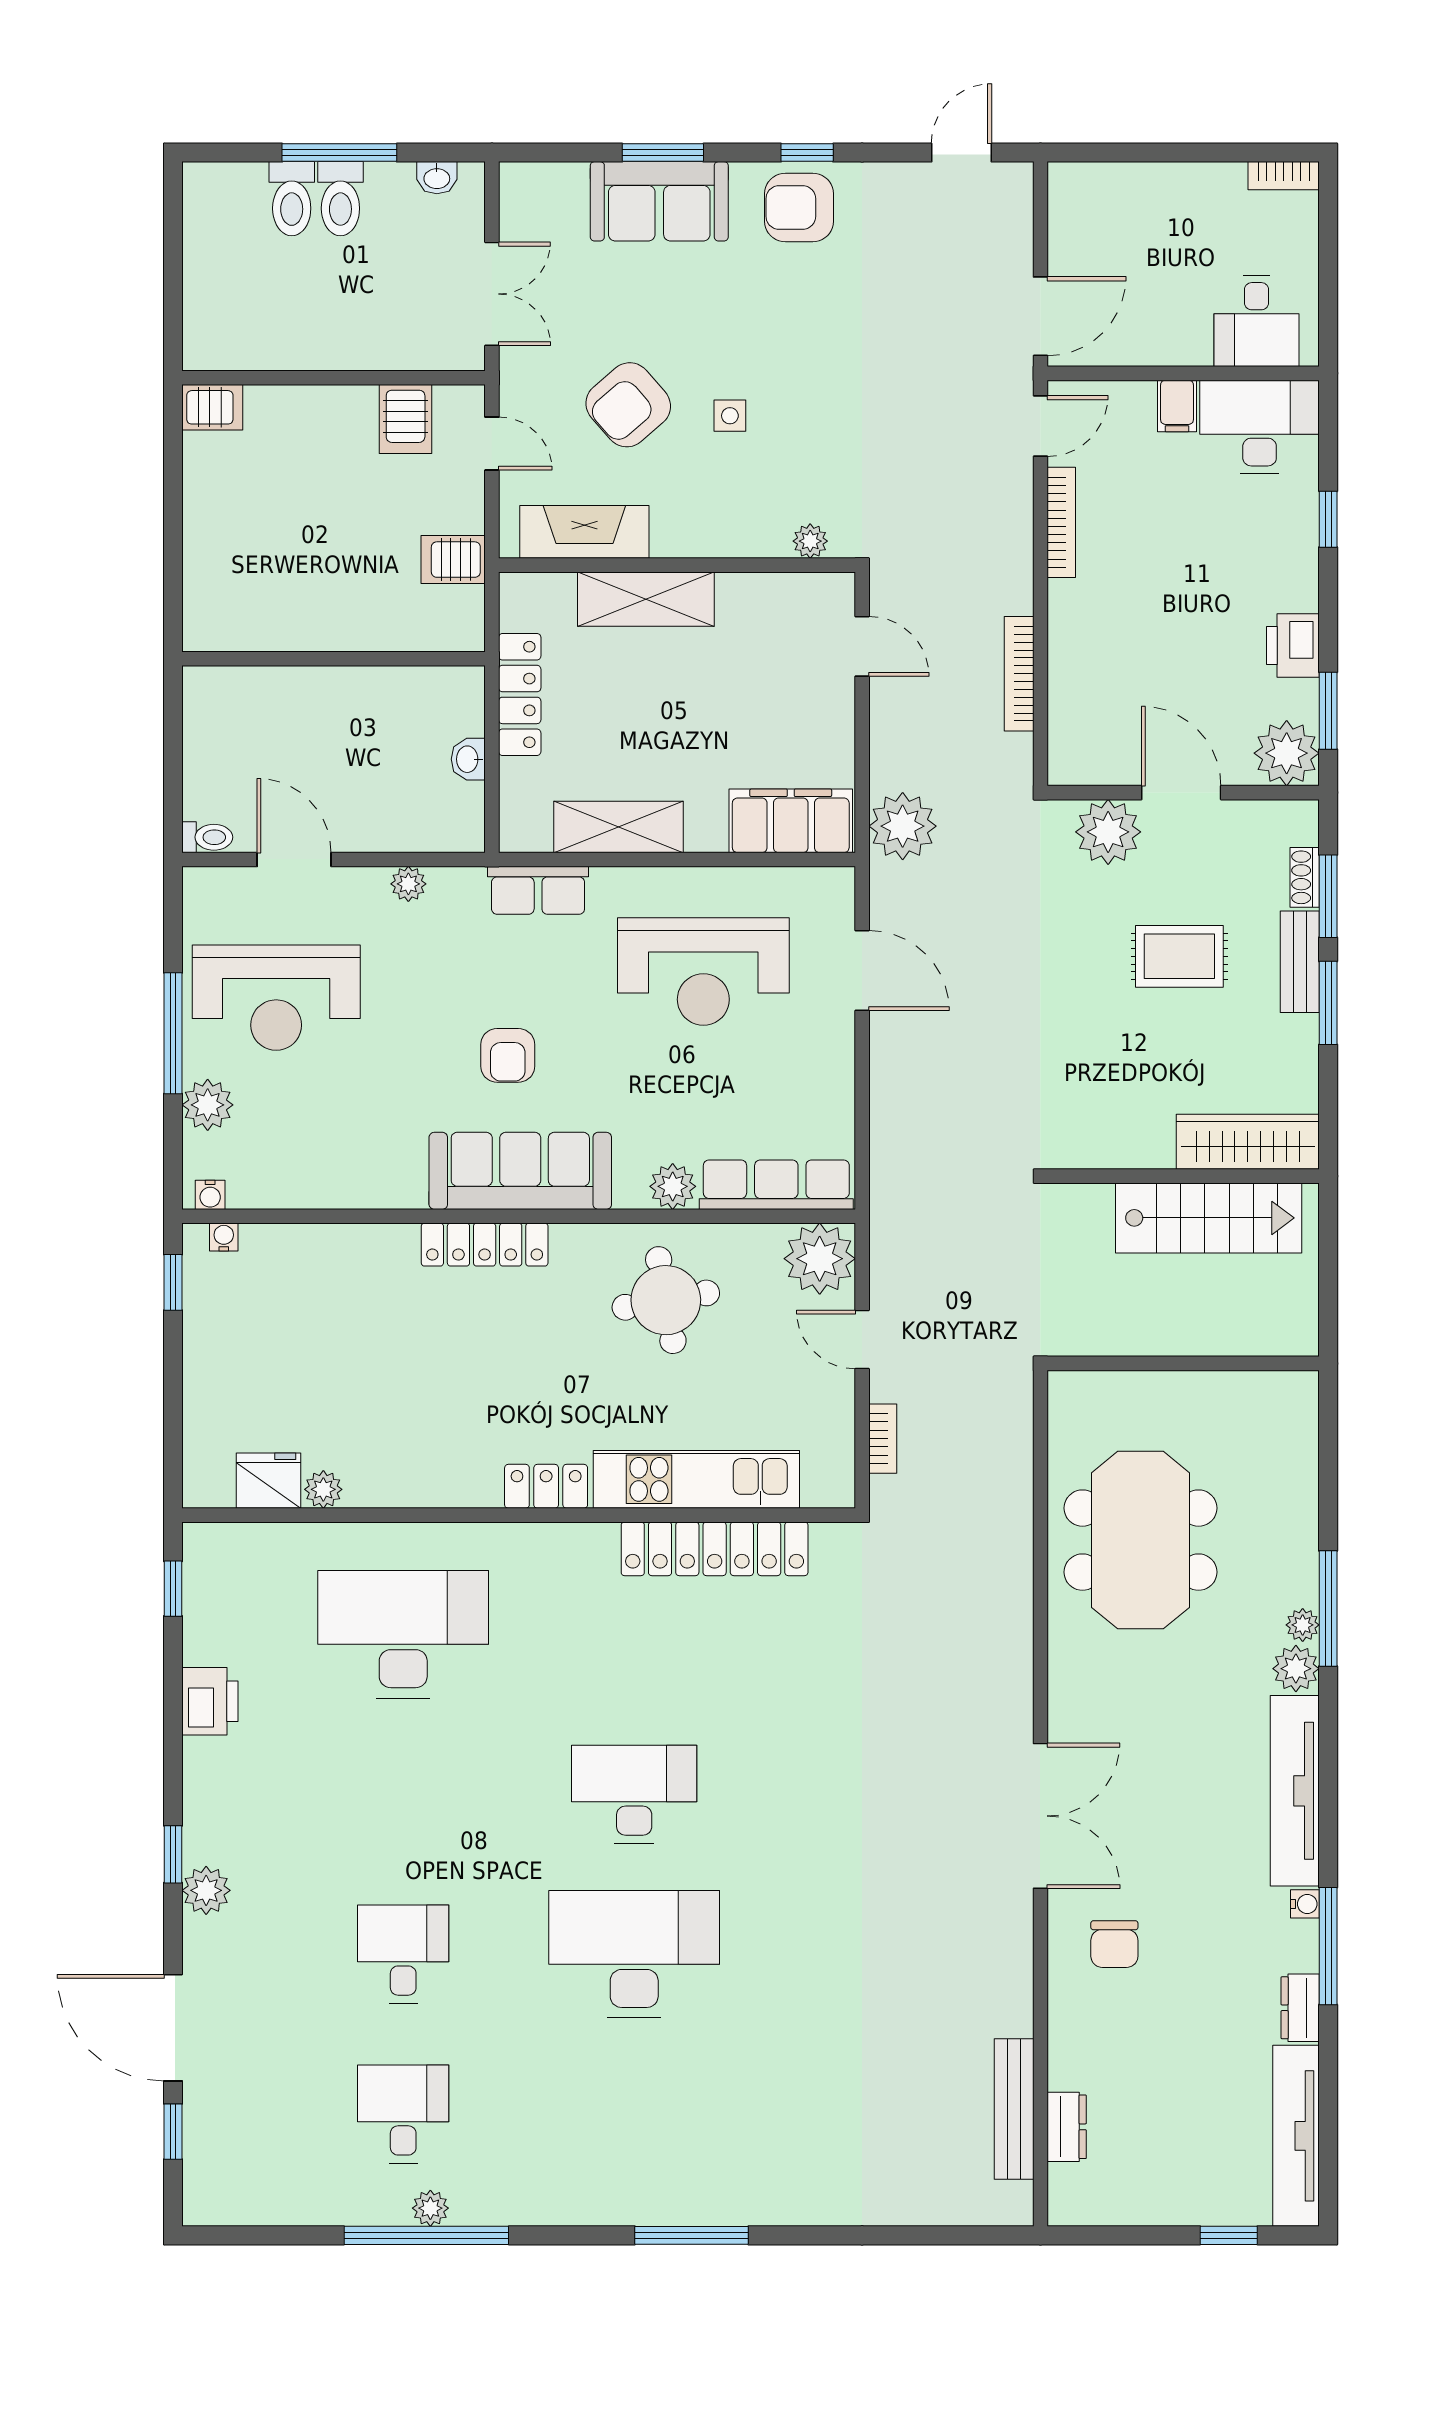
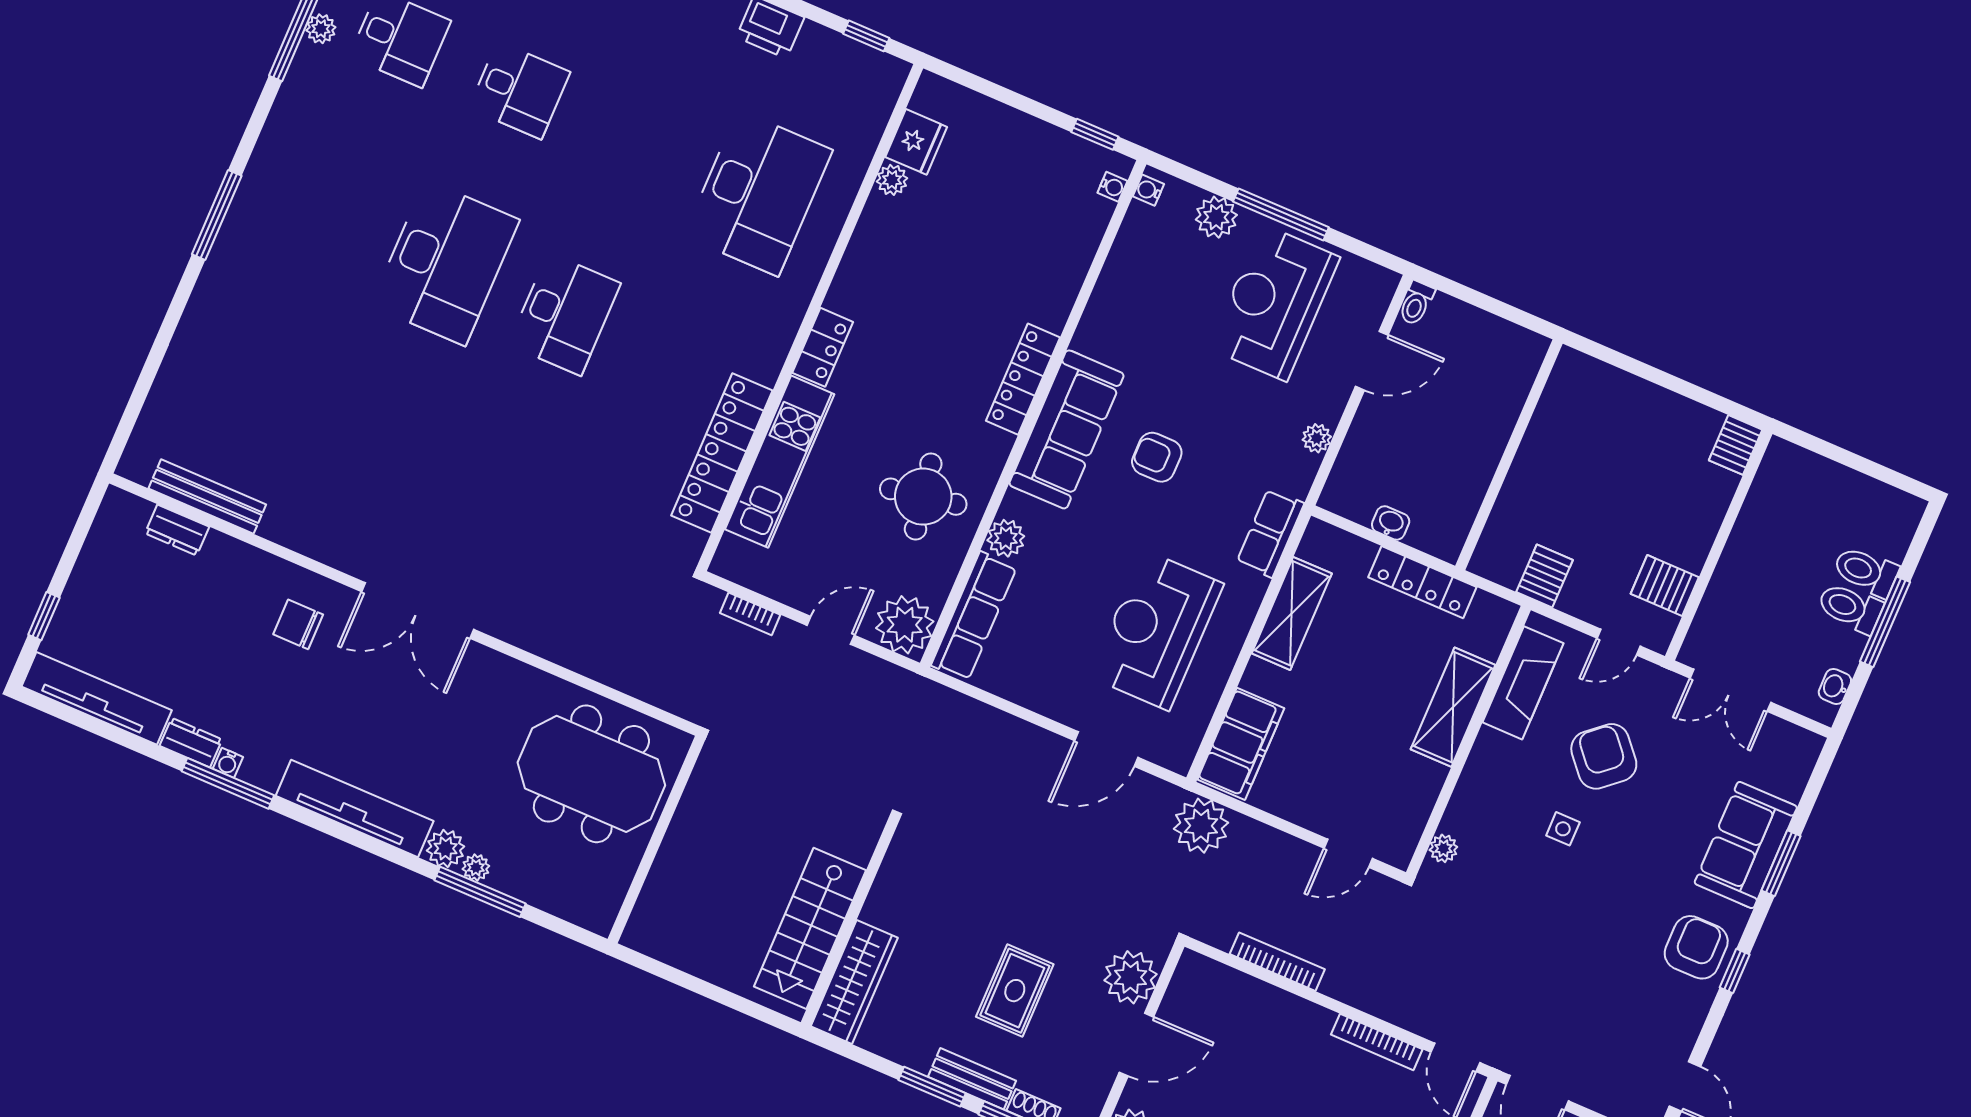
wall: (1183, 1363) -> (656, 840), moved
water cooler: (1305, 1904) -> (228, 763), moved

